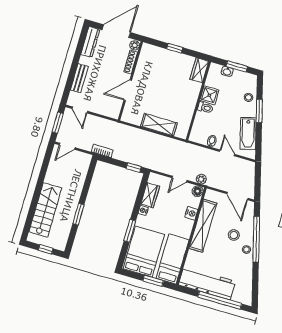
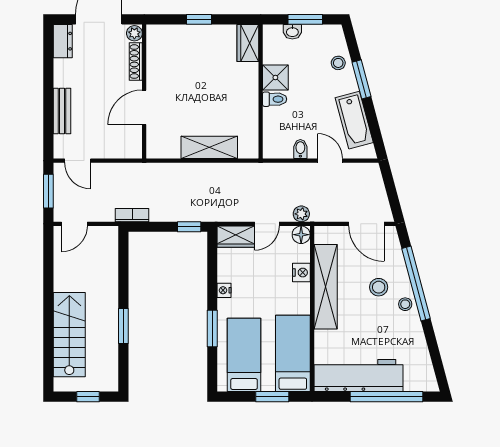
dresser: (90, 42) -> (63, 41), width x0.70
wardrobe: (150, 195) -> (236, 237), moved, turned 90
bed: (144, 252) -> (244, 355), width x0.67

